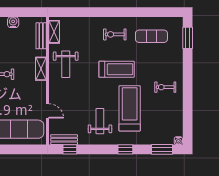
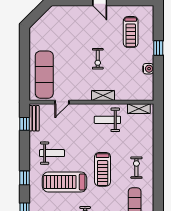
bench: (41, 36) -> (135, 96), removed
treadmill: (130, 108) -> (65, 182), turned 180

